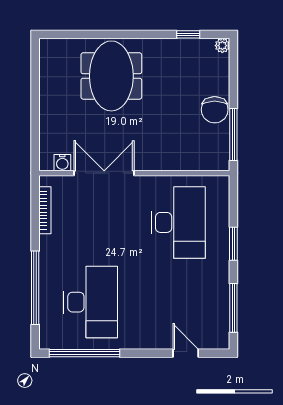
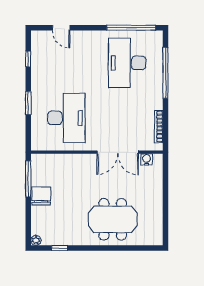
meeting table: (111, 76) -> (113, 219), turned 90
desk: (178, 222) -> (66, 118), turned 180
window: (233, 308) -> (28, 59), width x0.46

